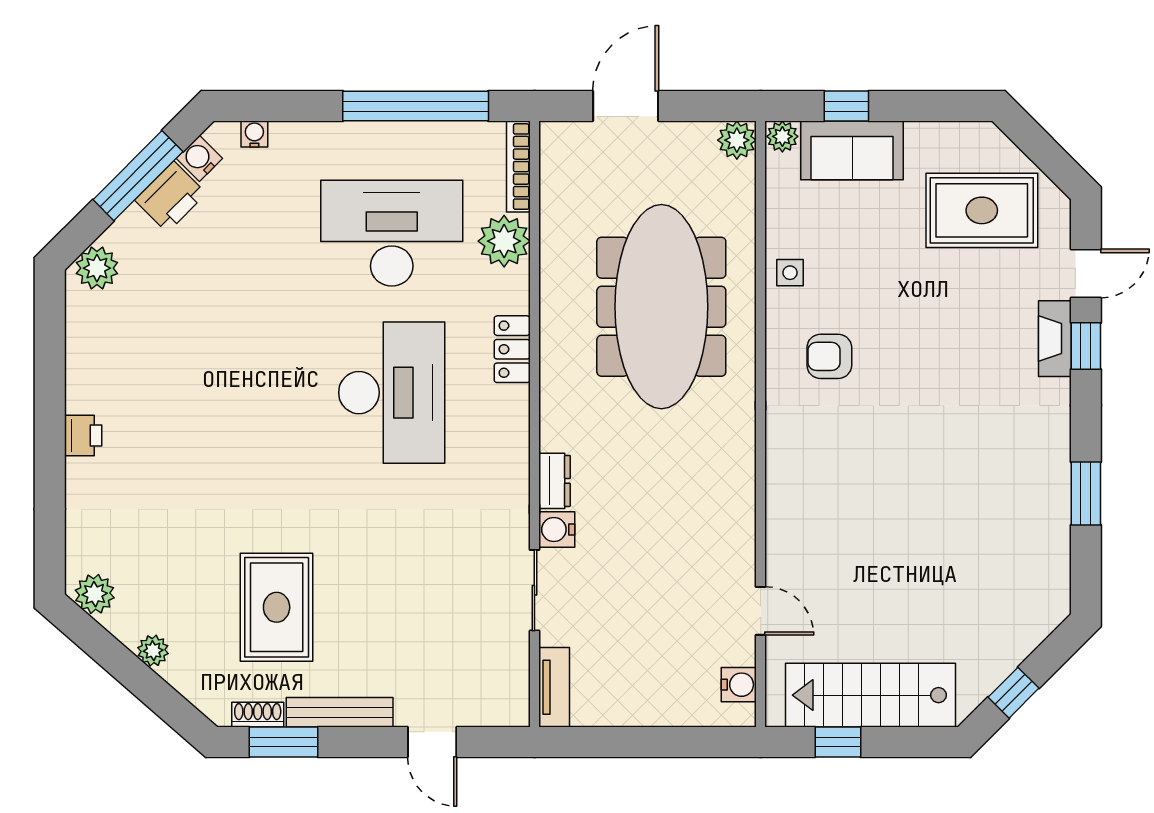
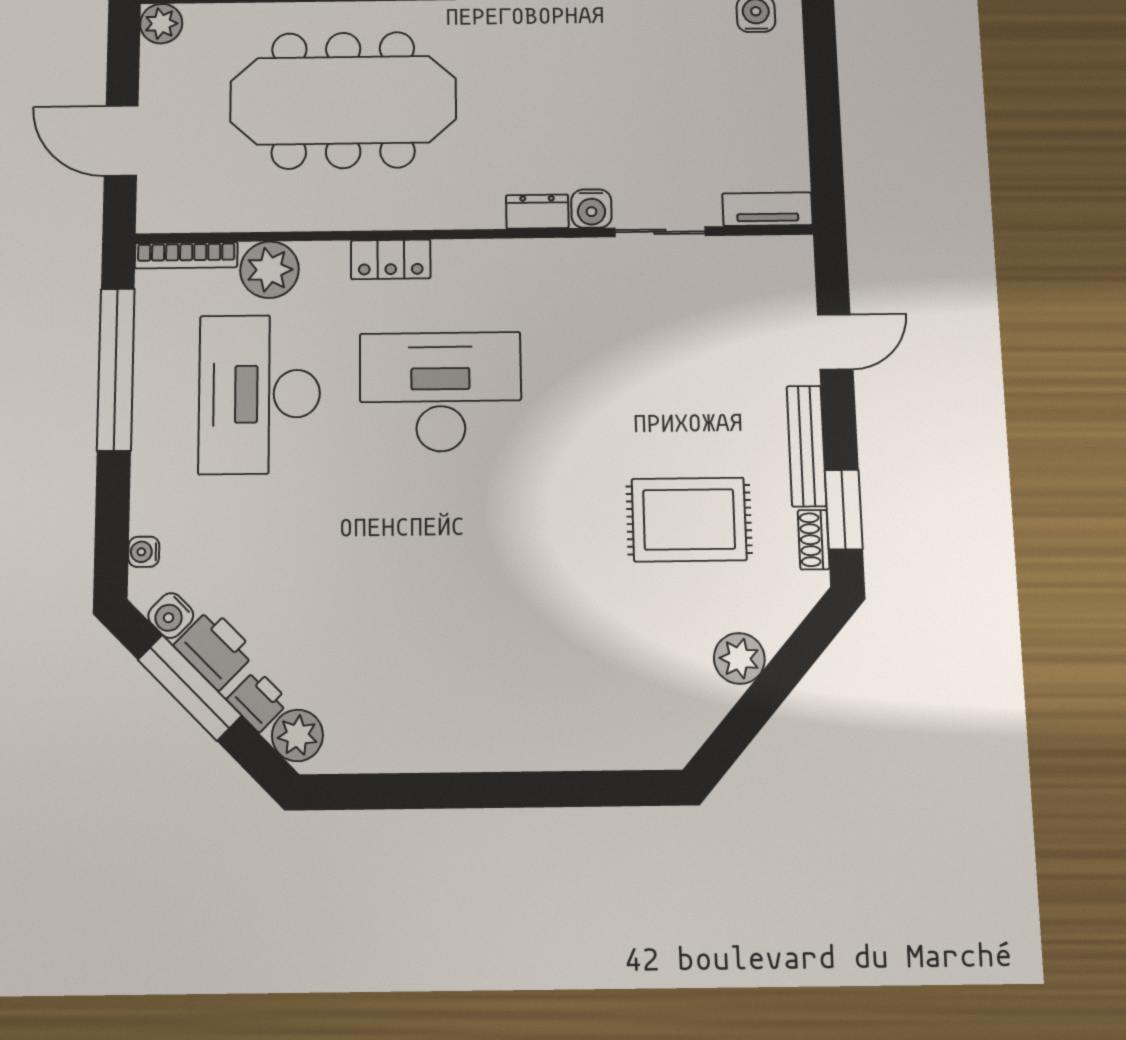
printer: (83, 435) -> (258, 701), moved, turned 45
plant: (95, 594) -> (681, 733), removed
plant: (153, 651) -> (739, 658), width x1.38, depth x1.38

